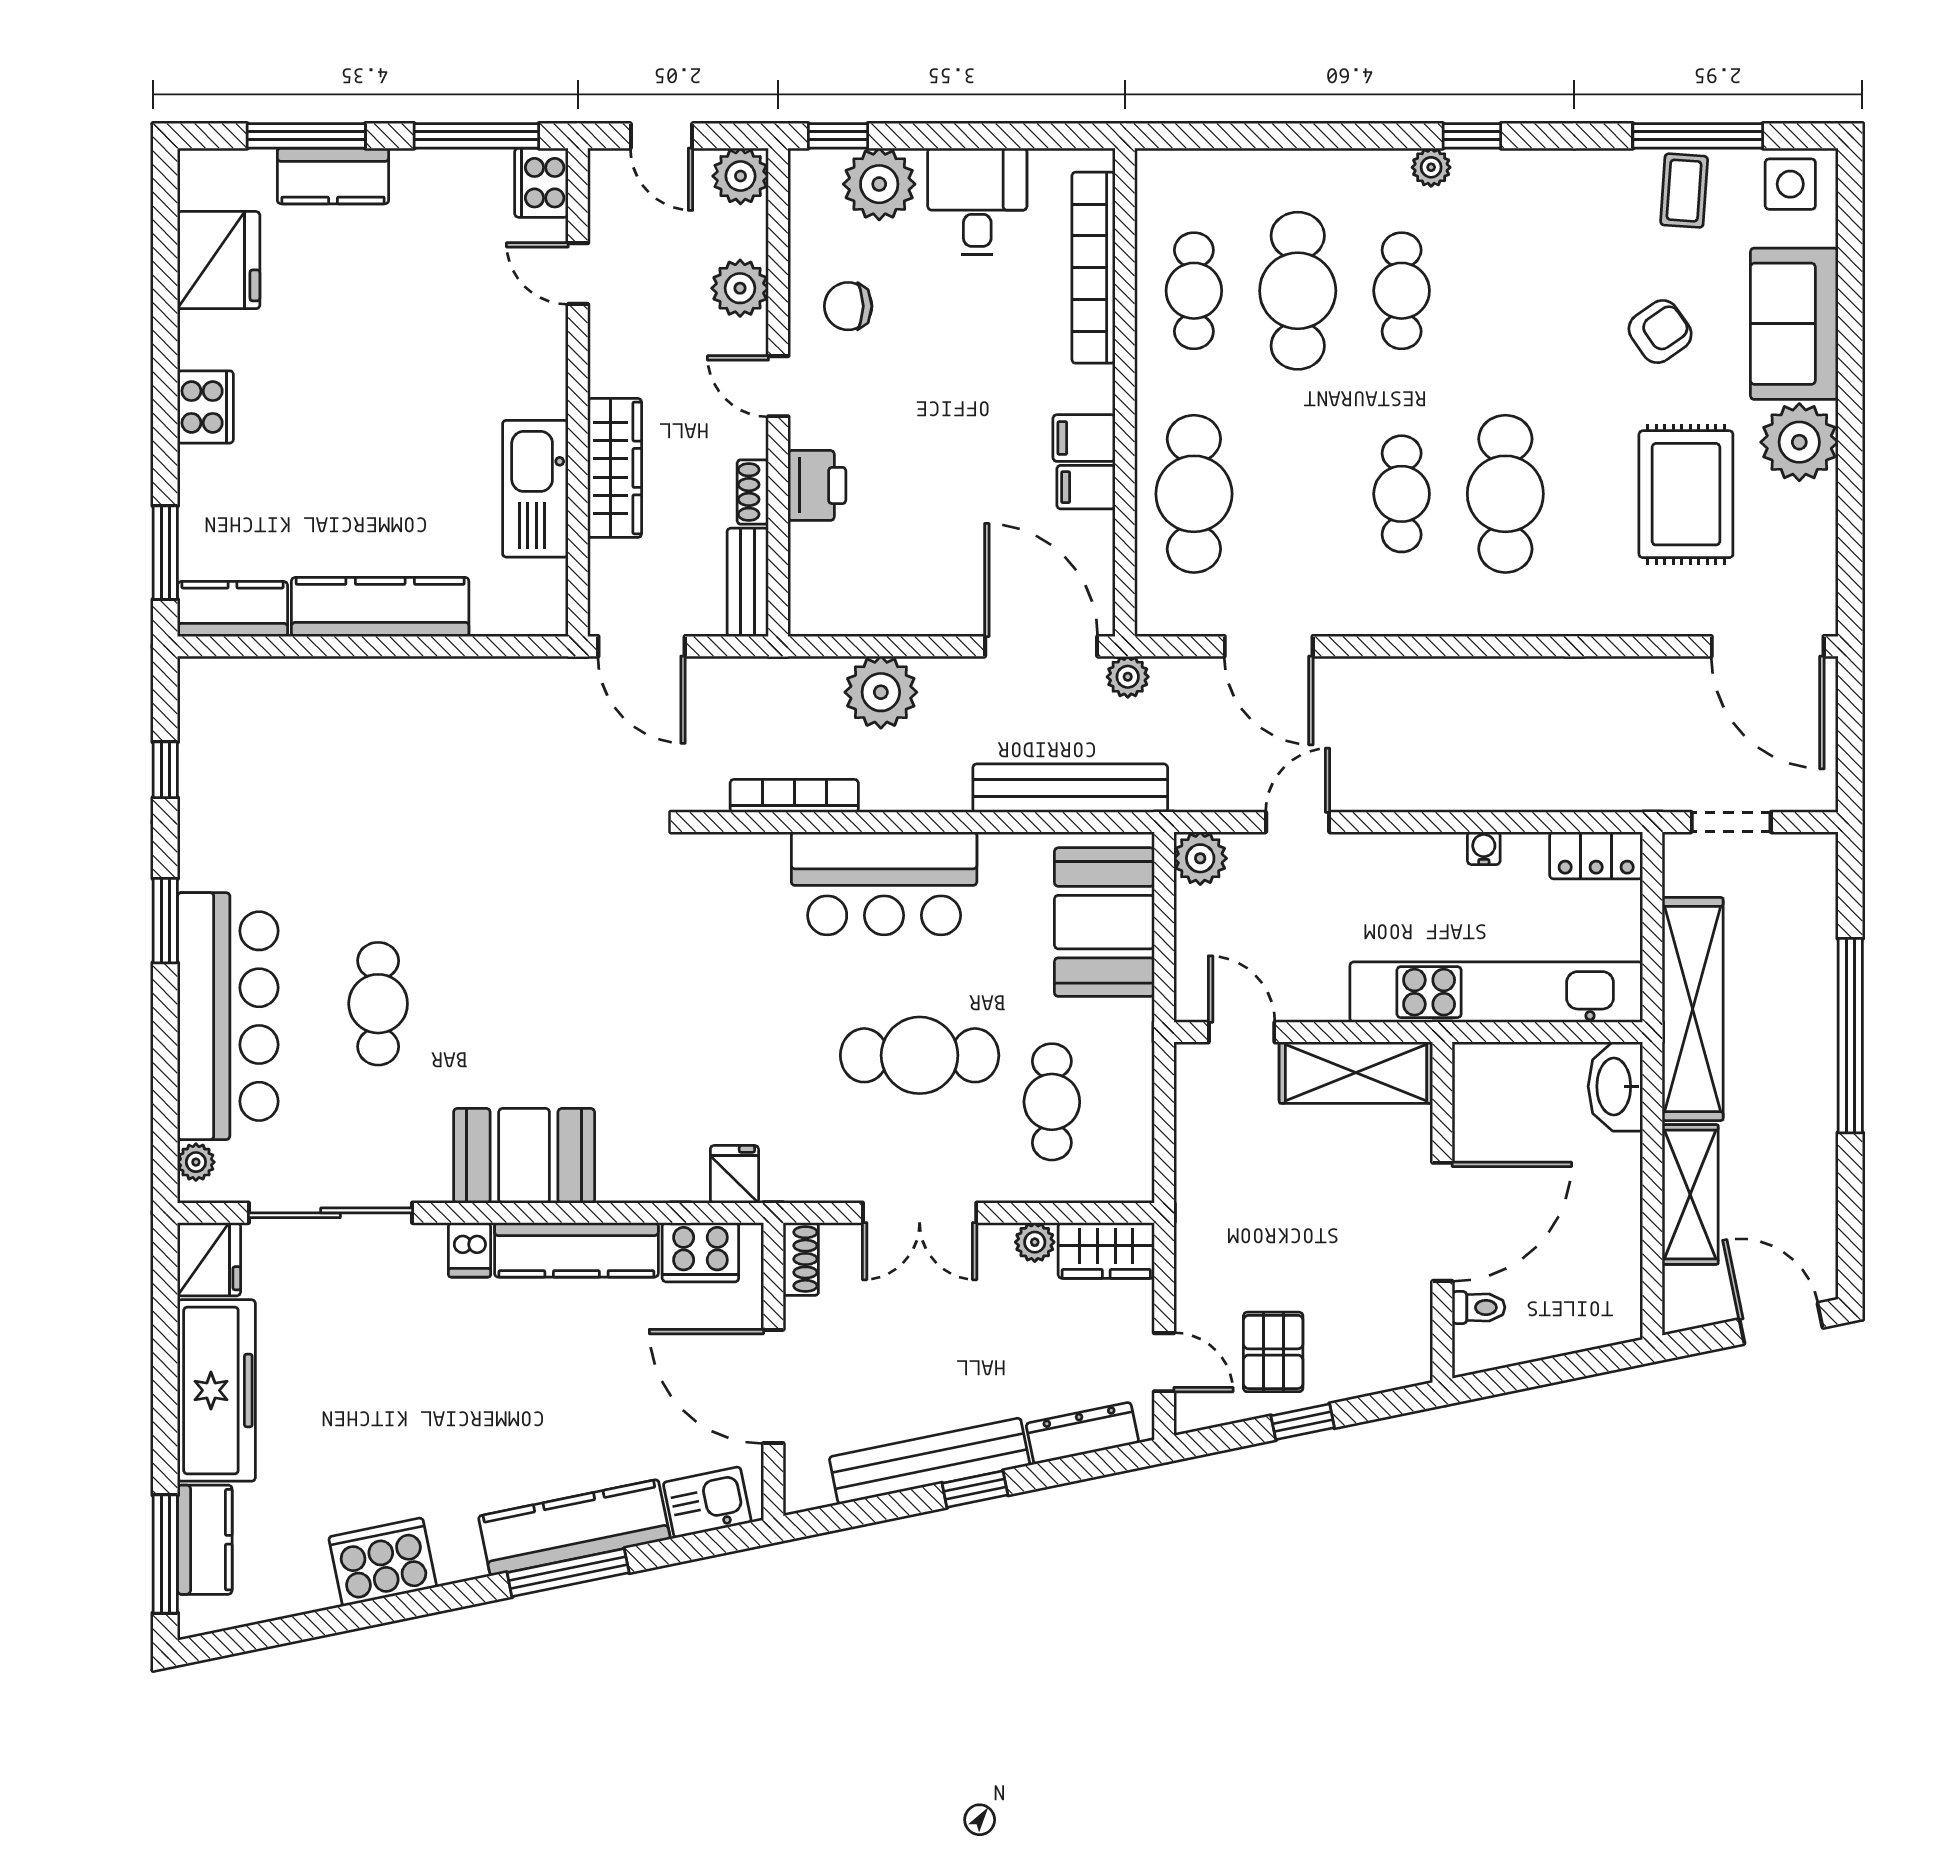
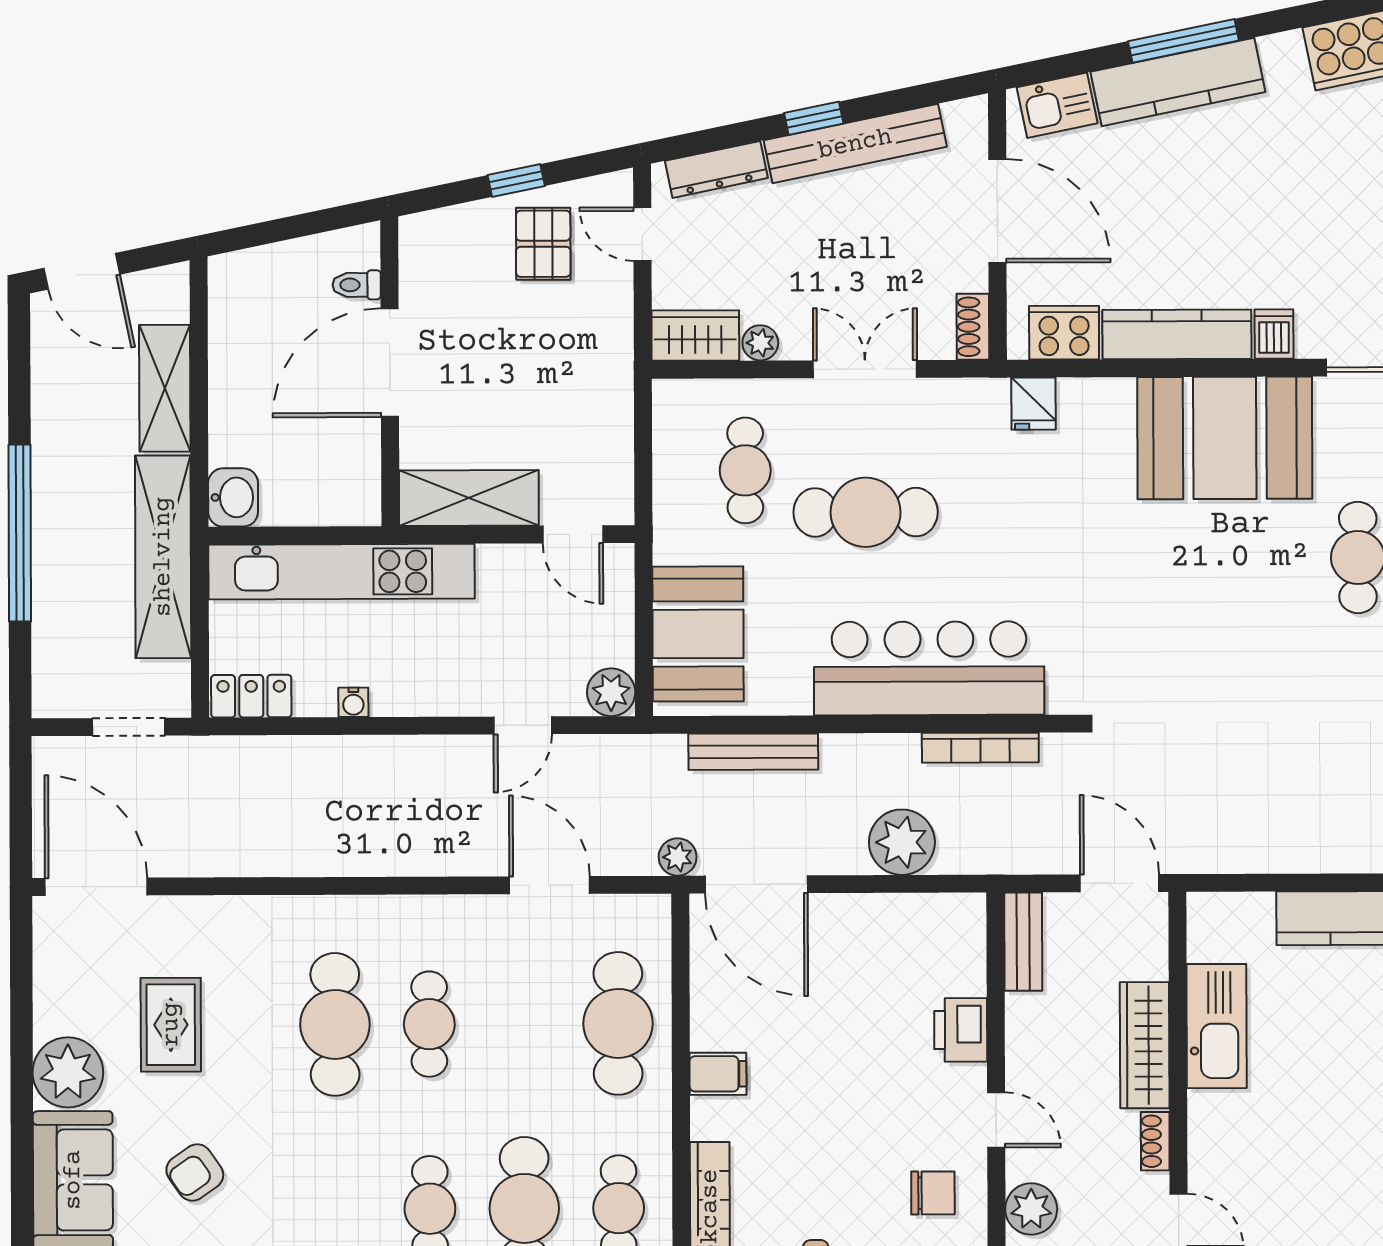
filing cabinet: (1086, 487) -> (716, 1029), removed
shoe rack: (753, 492) -> (1155, 1141), moved, turned 180
rug: (1686, 494) -> (171, 1025), width x0.73, depth x0.70
bench: (1070, 788) -> (753, 752), width x0.73, depth x0.82
bar counter: (884, 883) -> (929, 668), width x1.36
washbasin: (1615, 1086) -> (233, 497), width x0.72
booth: (524, 1156) -> (1225, 438), width x1.36, depth x1.42

